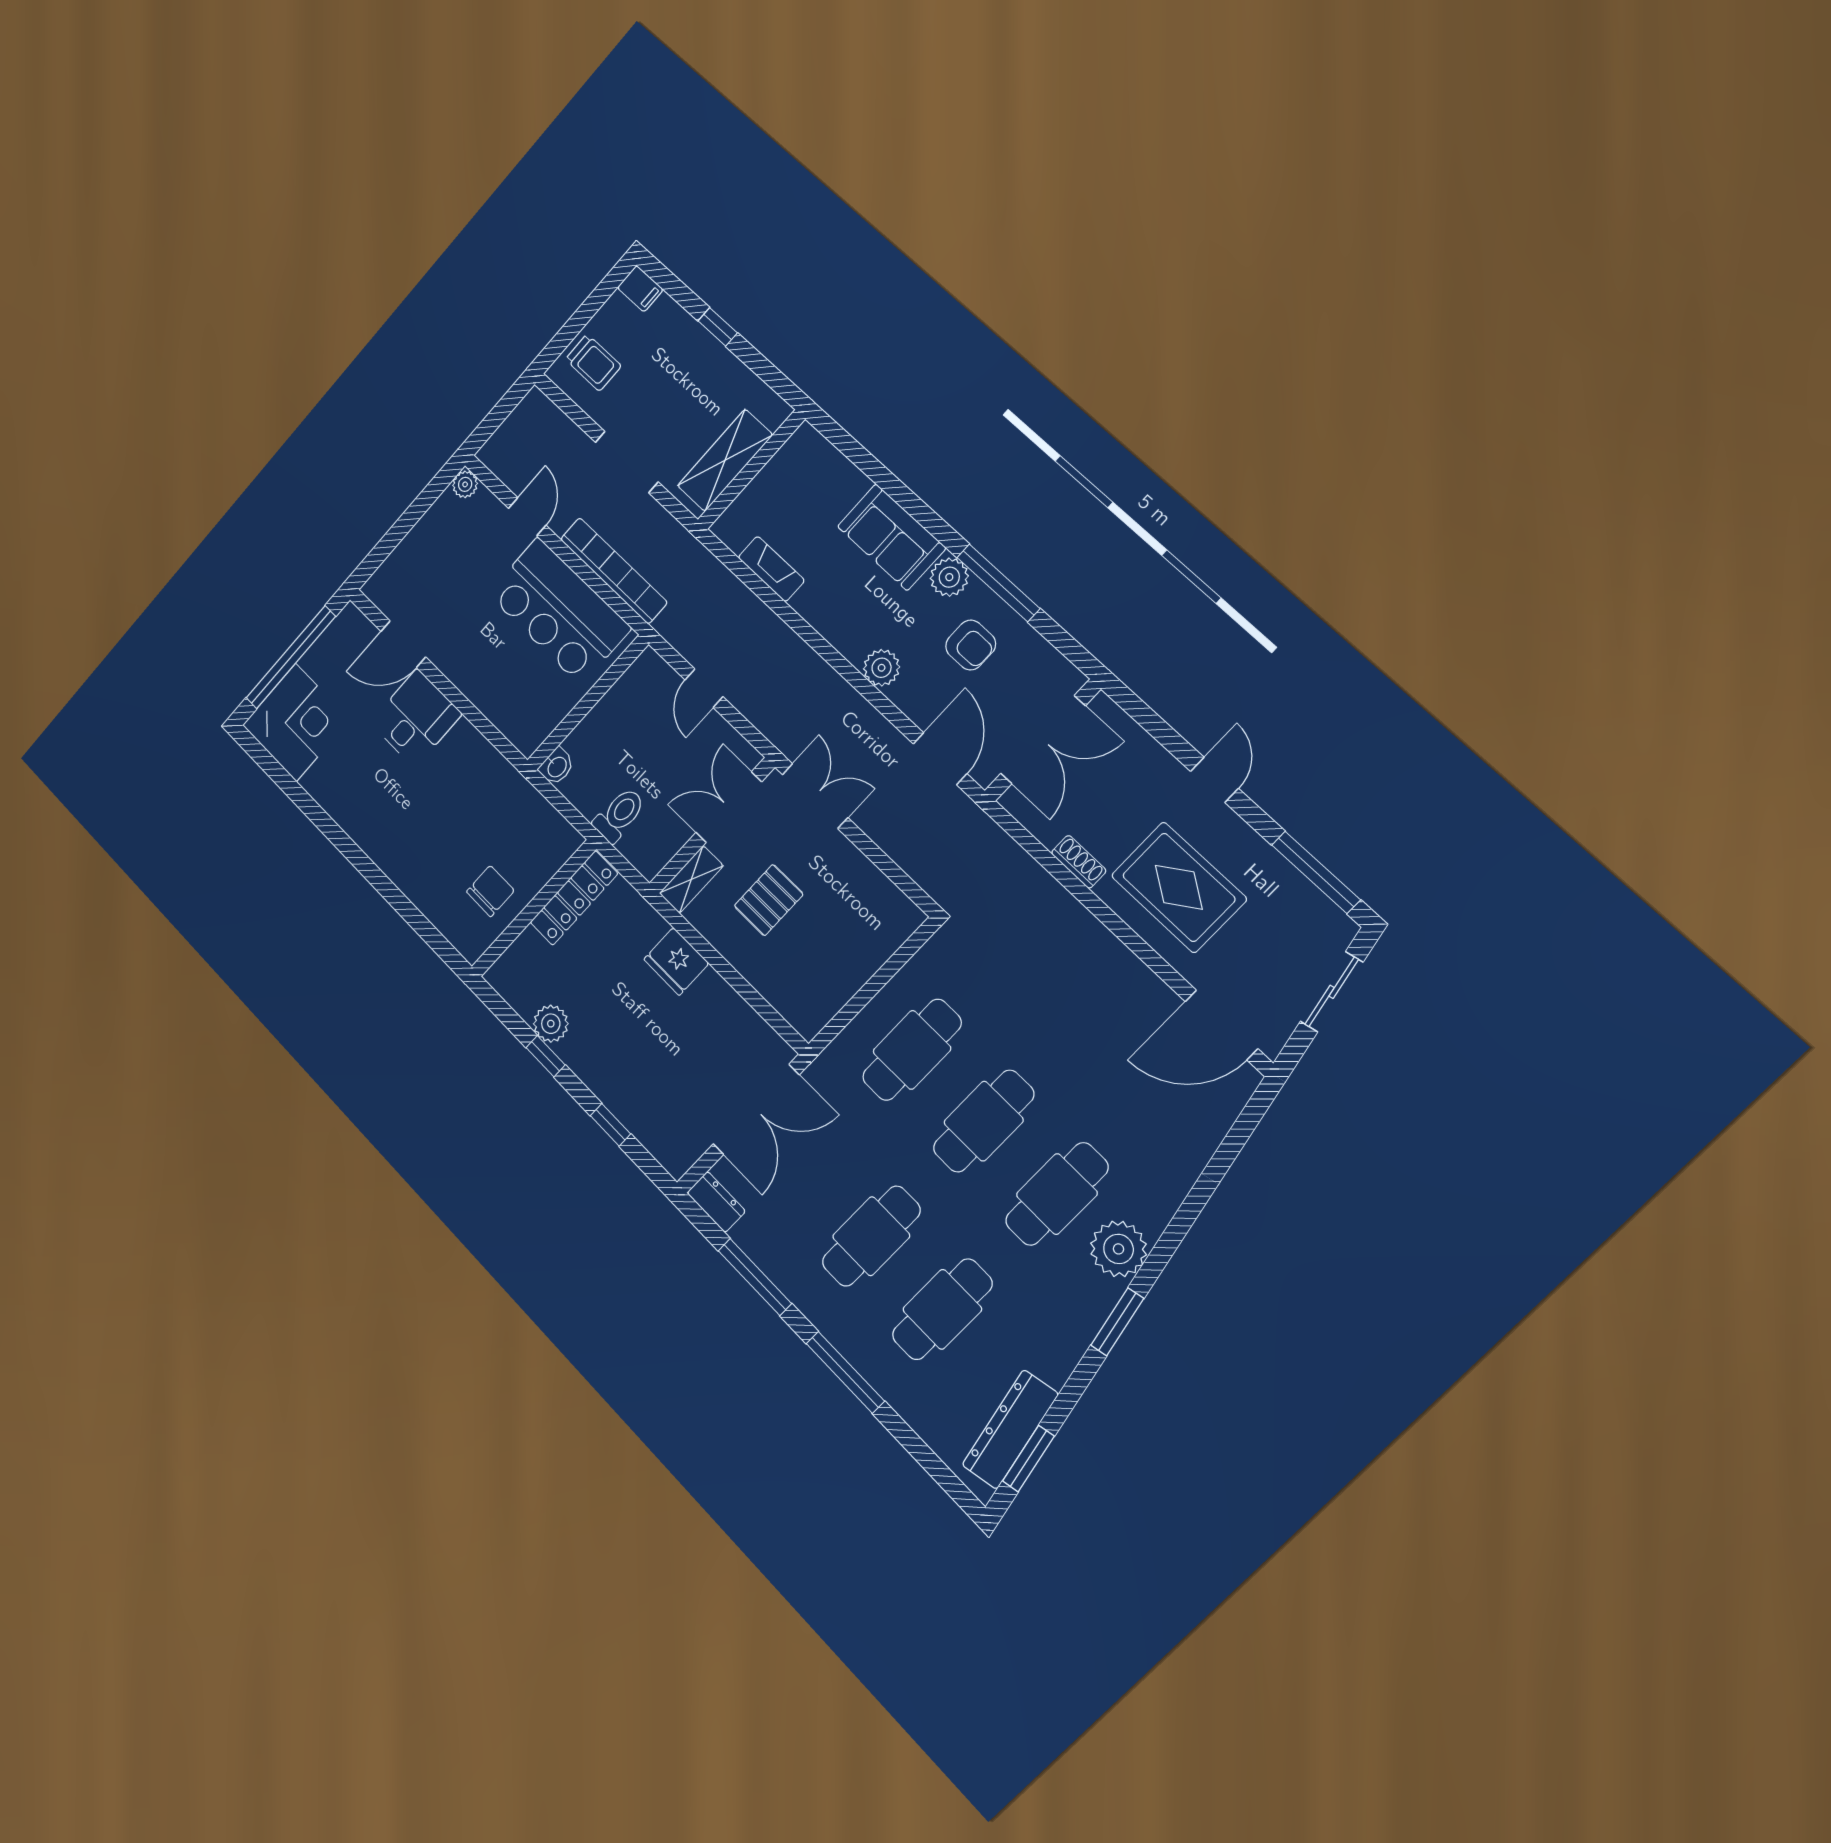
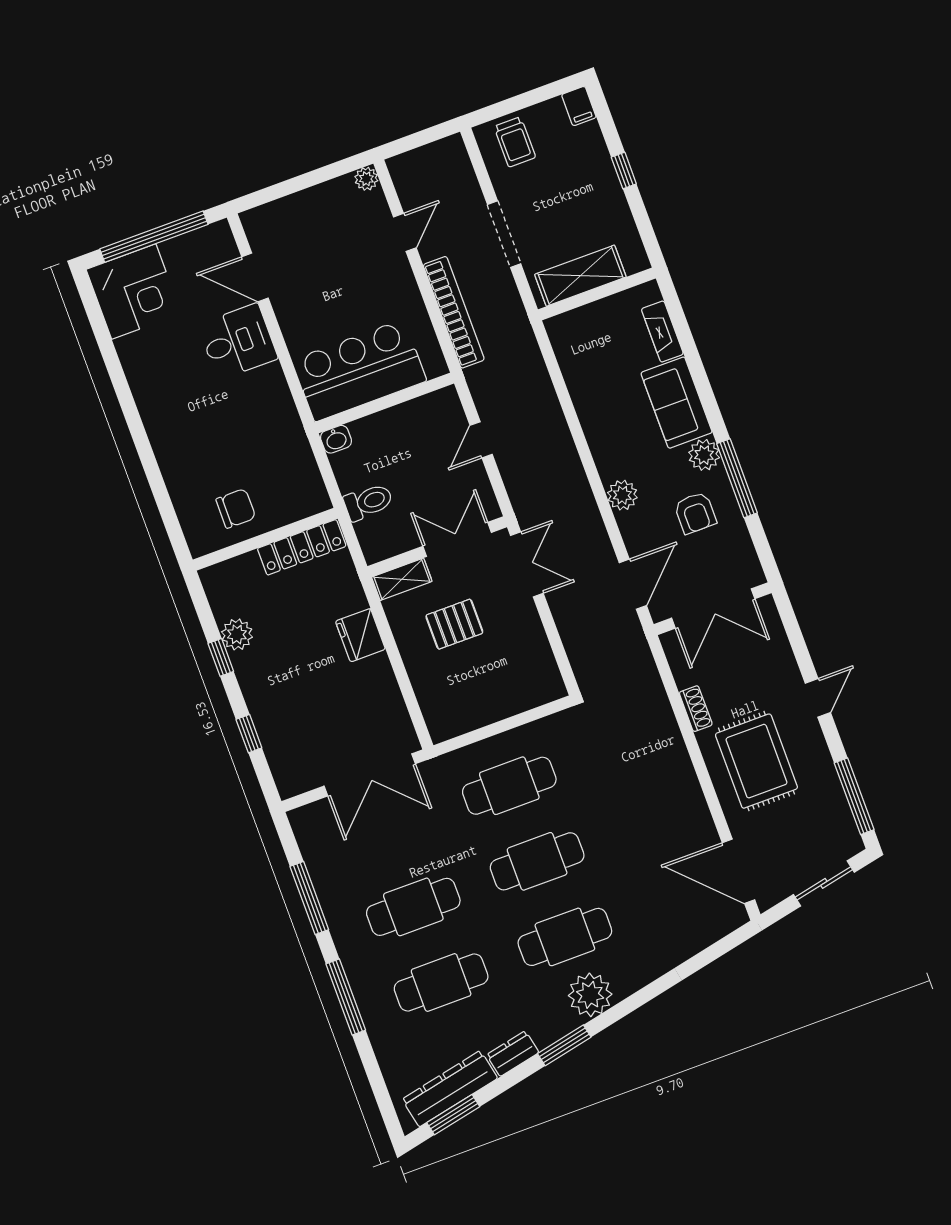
fireplace: (771, 569) -> (662, 332), moved, turned 180
bar counter: (559, 611) -> (359, 370), moved, turned 90
dresser: (716, 1202) -> (513, 1054), moved, turned -102

